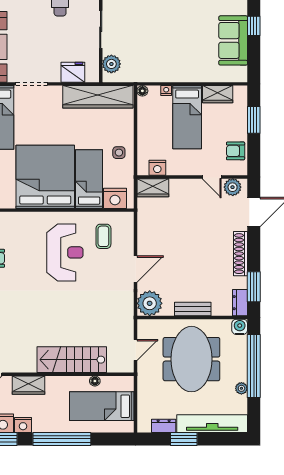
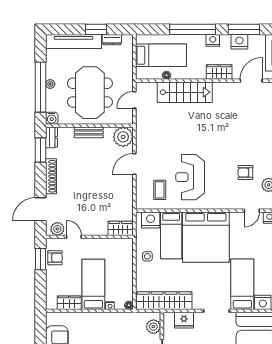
window: (254, 120) -> (41, 259), moved
nightstand: (157, 168) -> (117, 244), removed
plant: (241, 388) -> (50, 84), moved
nightstand: (23, 425) -> (213, 40), moved

